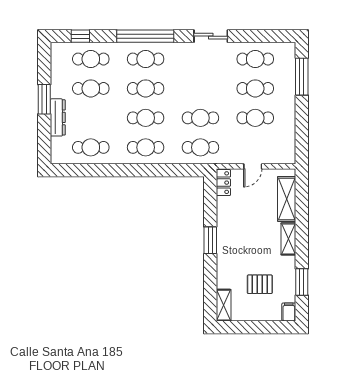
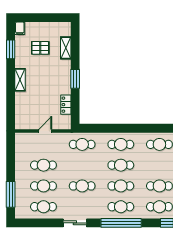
cafe table: (200, 118) -> (82, 186), moved
locker: (223, 183) -> (66, 105), moved
shelving: (287, 199) -> (21, 108), removed
shelving: (224, 305) -> (66, 48), moved

